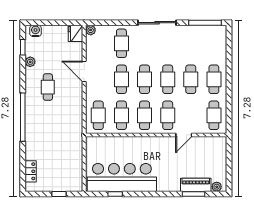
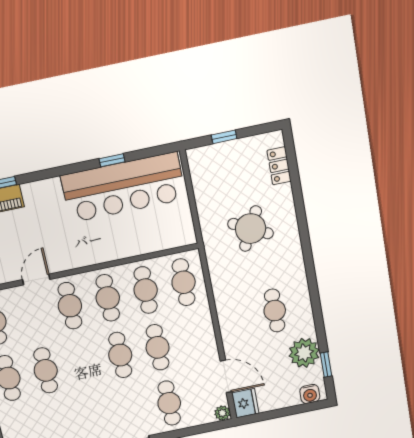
plant: (30, 62) -> (304, 353), width x1.88, depth x1.88
door: (84, 71) -> (226, 376), moved
cafe table: (168, 79) -> (83, 363), removed
window: (23, 117) -> (307, 253), removed
round table: (53, 139) -> (251, 229), added
window: (115, 194) -> (112, 160), moved

